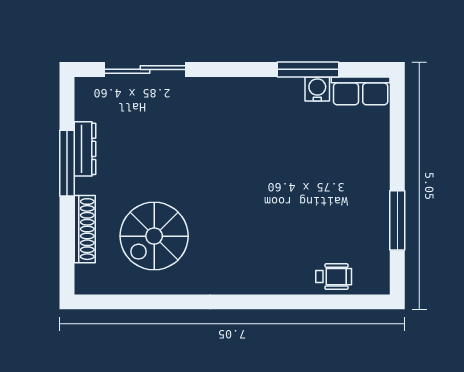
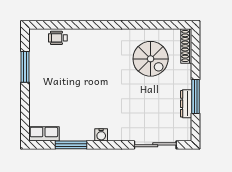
water cooler: (317, 89) -> (101, 135), moved
shoe rack: (85, 229) -> (186, 46), moved
spiral stairs: (154, 236) -> (151, 59), turned 90

